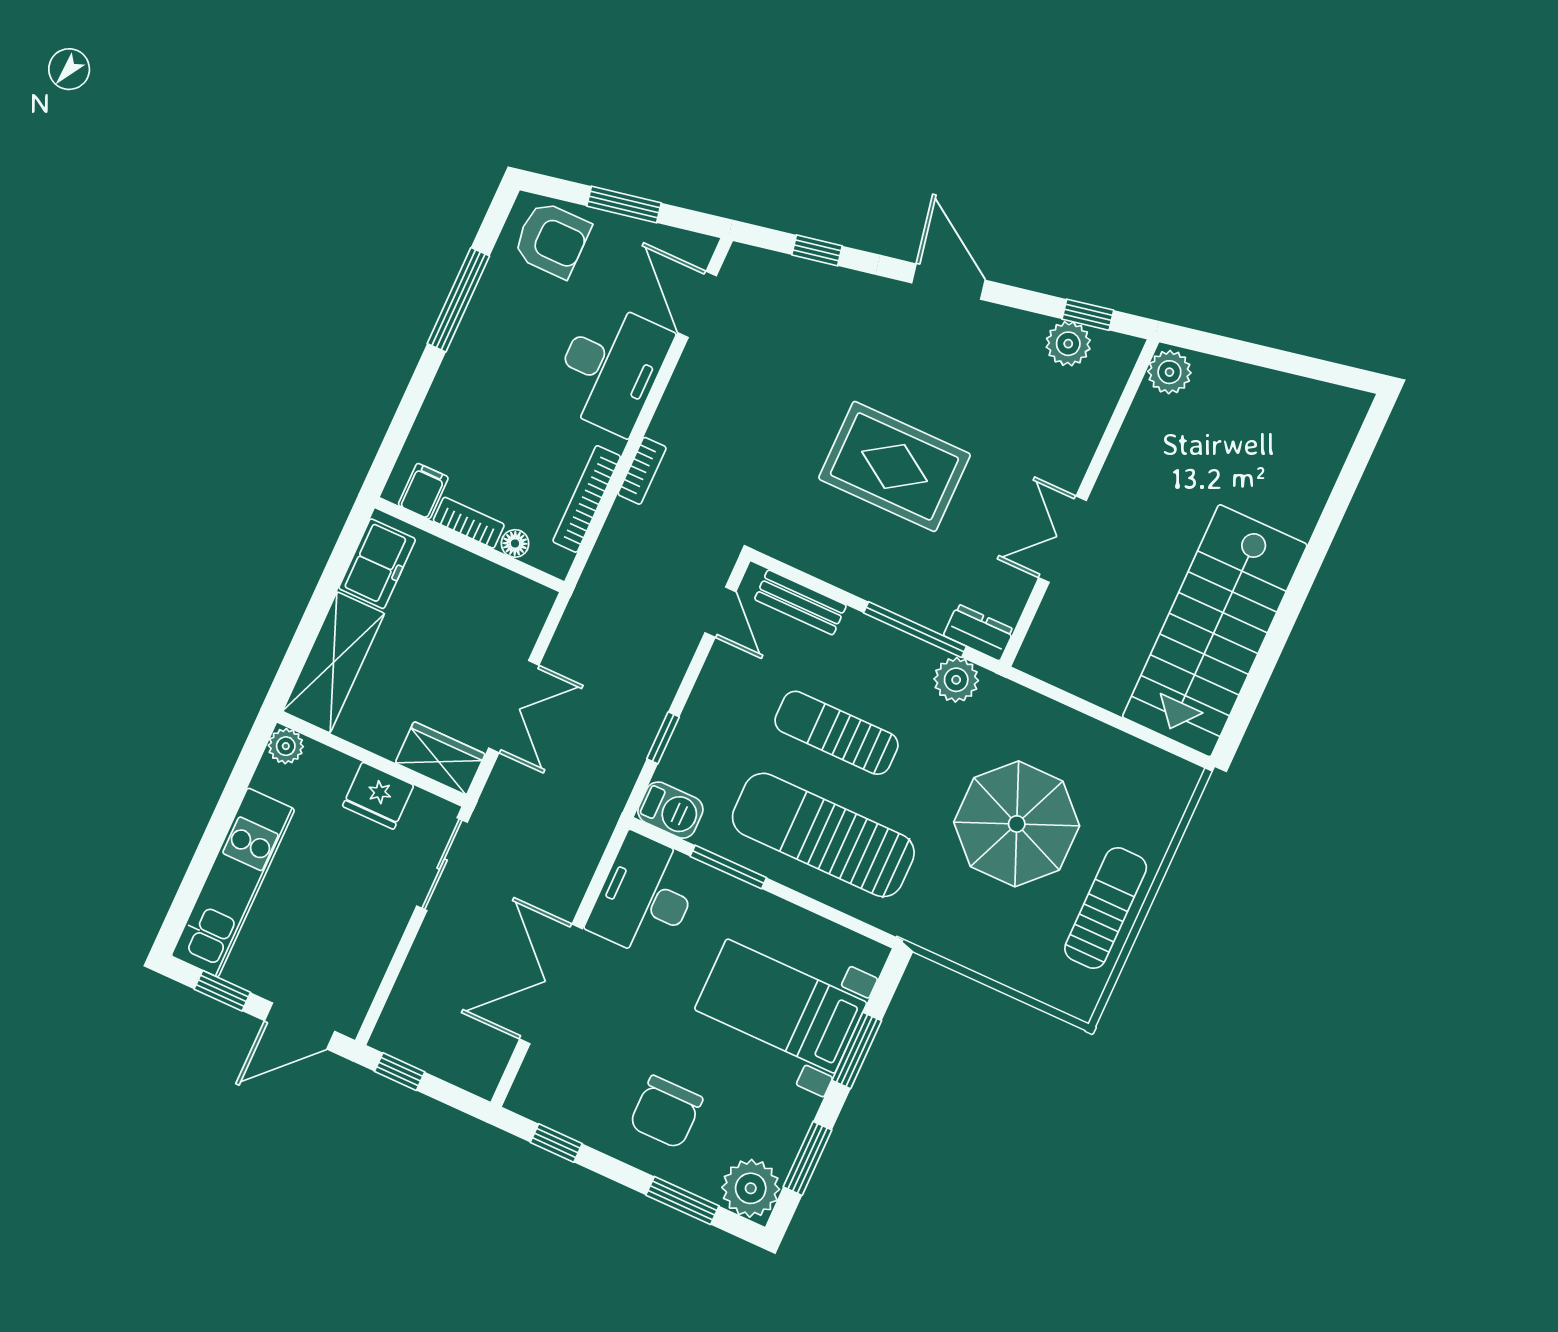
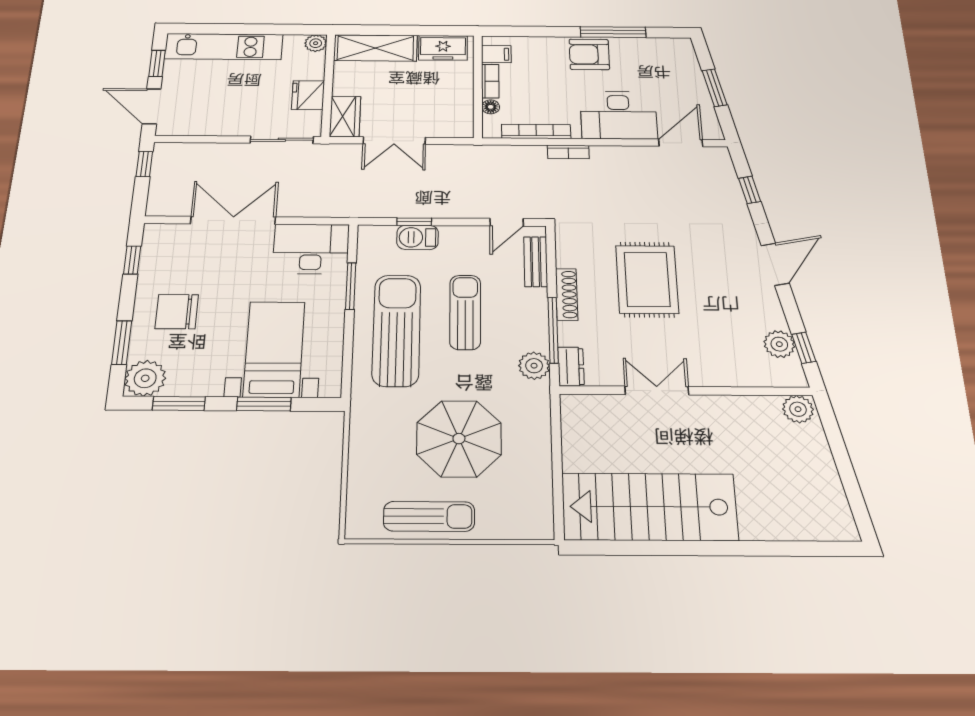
armchair: (552, 240) -> (589, 54), moved, turned 90
shoe rack: (869, 586) -> (567, 294), added
barbecue: (670, 810) -> (418, 237), moved, turned 90

